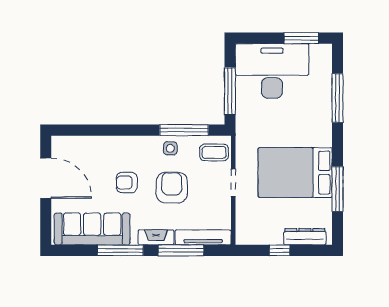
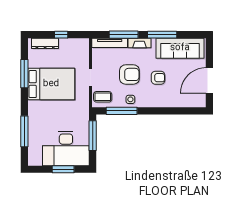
window: (301, 38) -> (63, 169), moved
door: (46, 178) -> (209, 81), hinge flipped
armchair: (172, 188) -> (129, 74), turned -90

